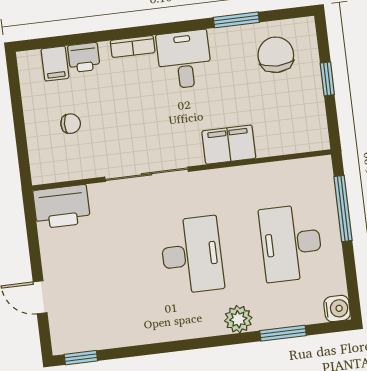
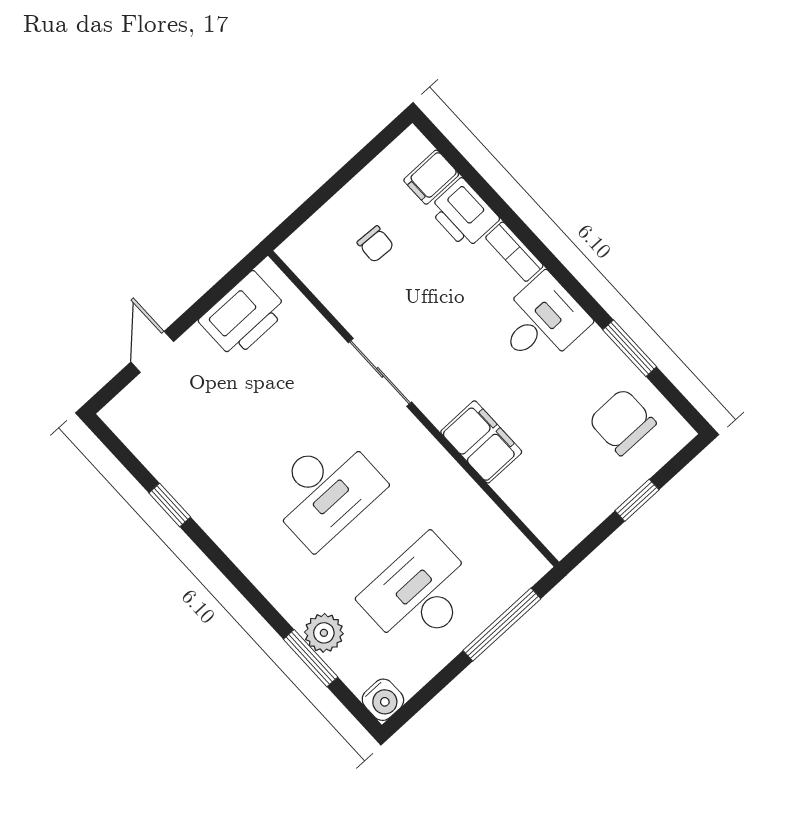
chair: (276, 55) -> (622, 422), turned -90
printer: (84, 57) -> (464, 214), width x1.36, depth x1.24
sliding door: (147, 174) -> (380, 372), width x0.73
printer: (62, 207) -> (244, 315), moved, turned -90
plant: (238, 319) -> (324, 633), moved
window: (81, 358) -> (170, 505), moved

